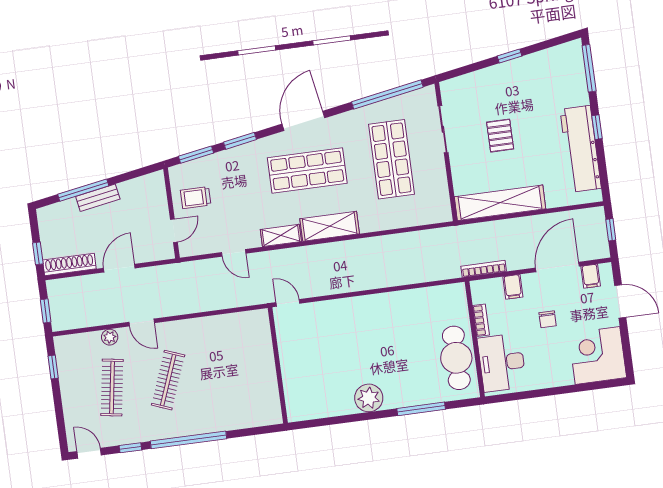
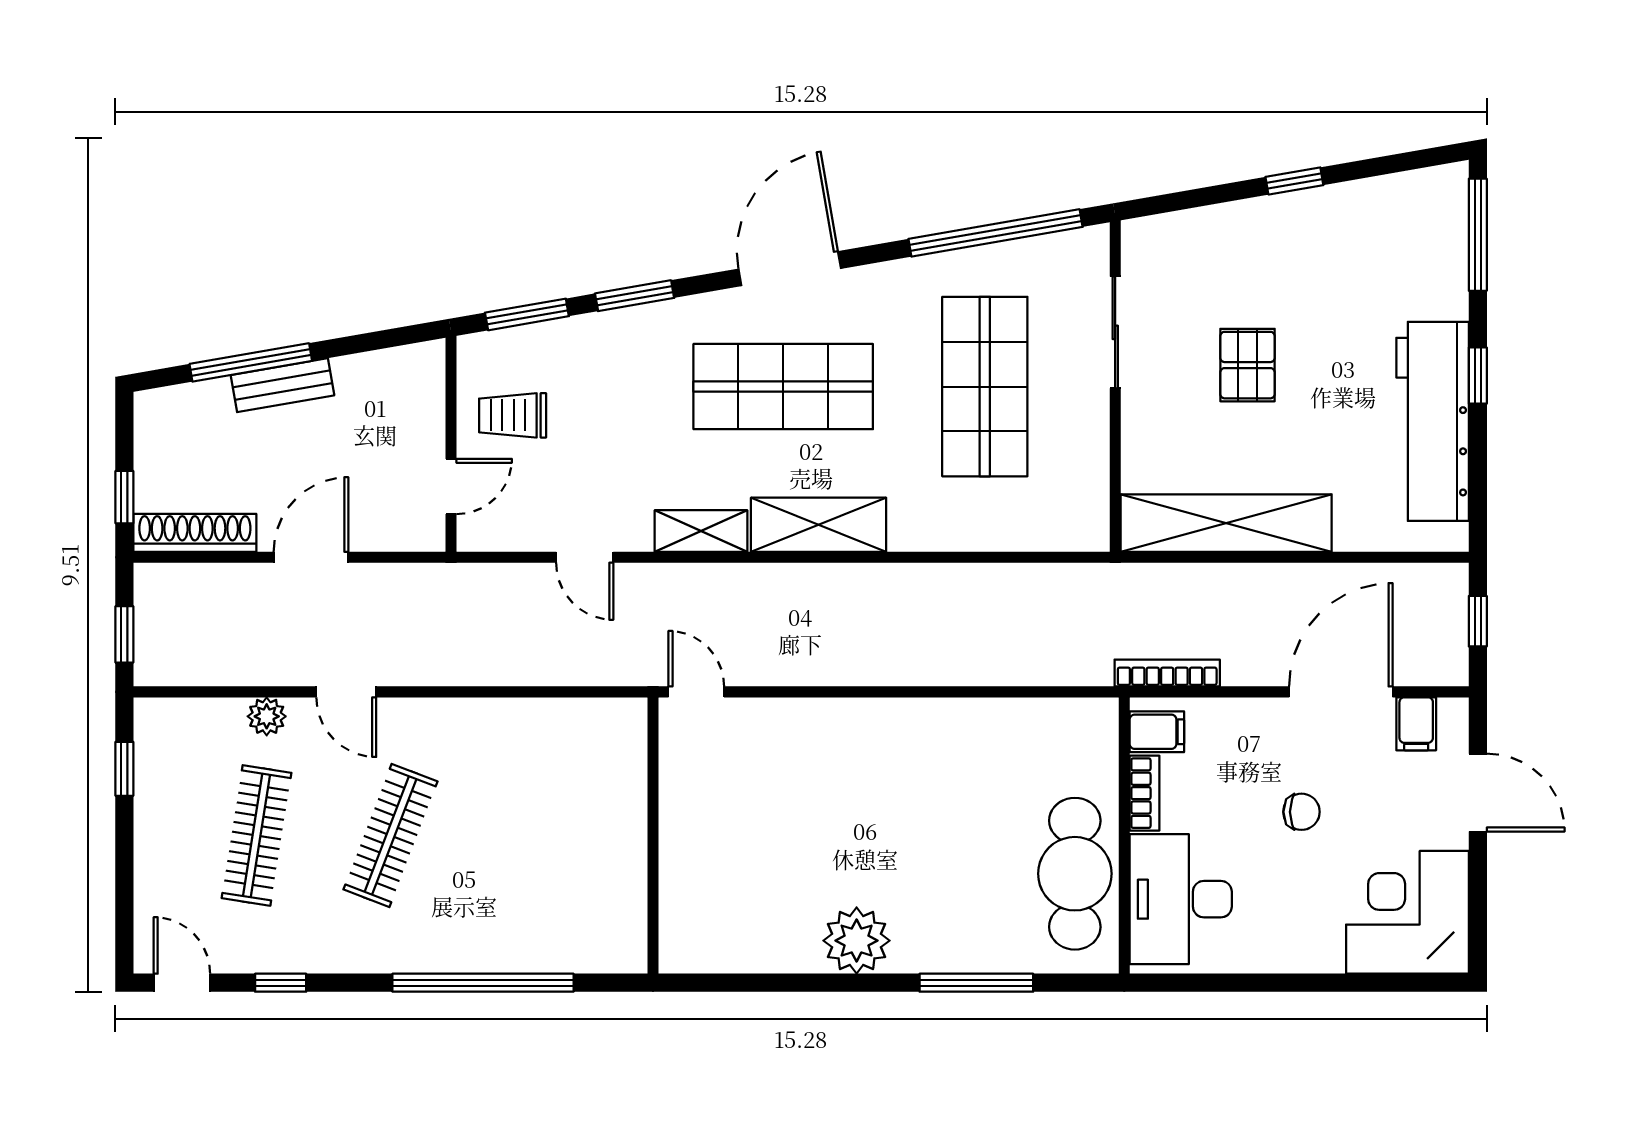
filing cabinet: (513, 287) -> (1157, 732), moved, turned -90
chair: (548, 319) -> (1301, 812), turned -90
window: (188, 440) -> (483, 983), moved

